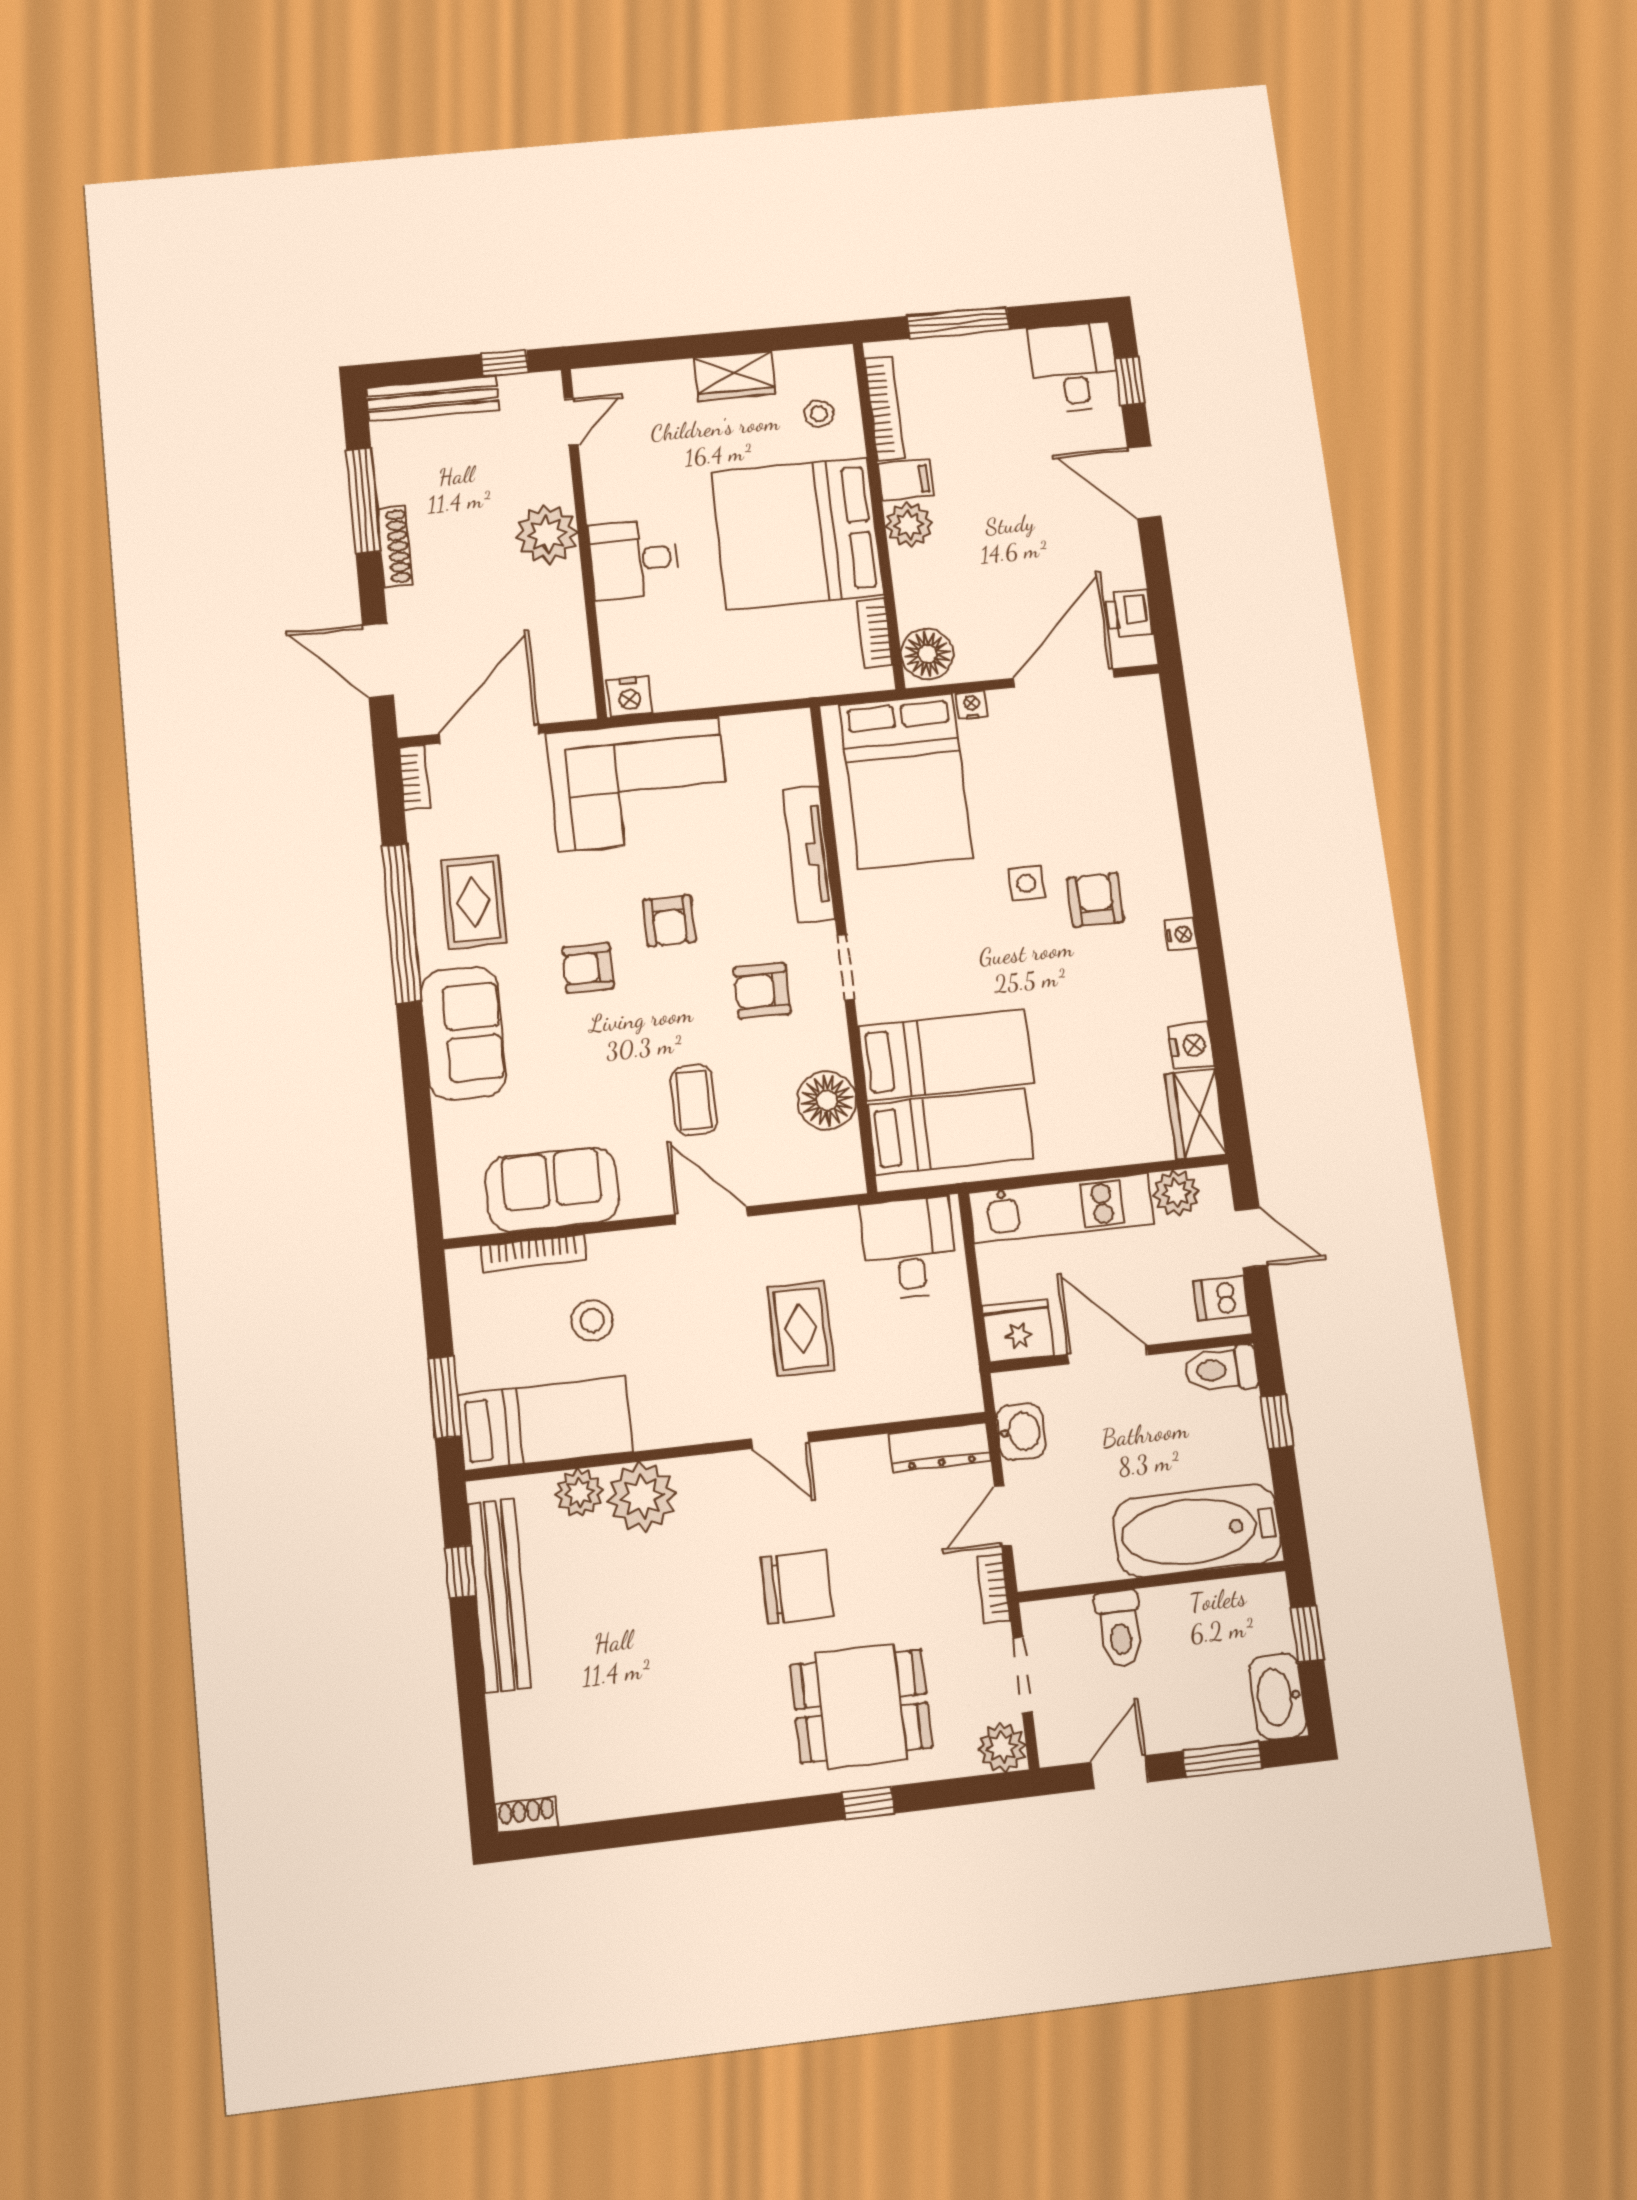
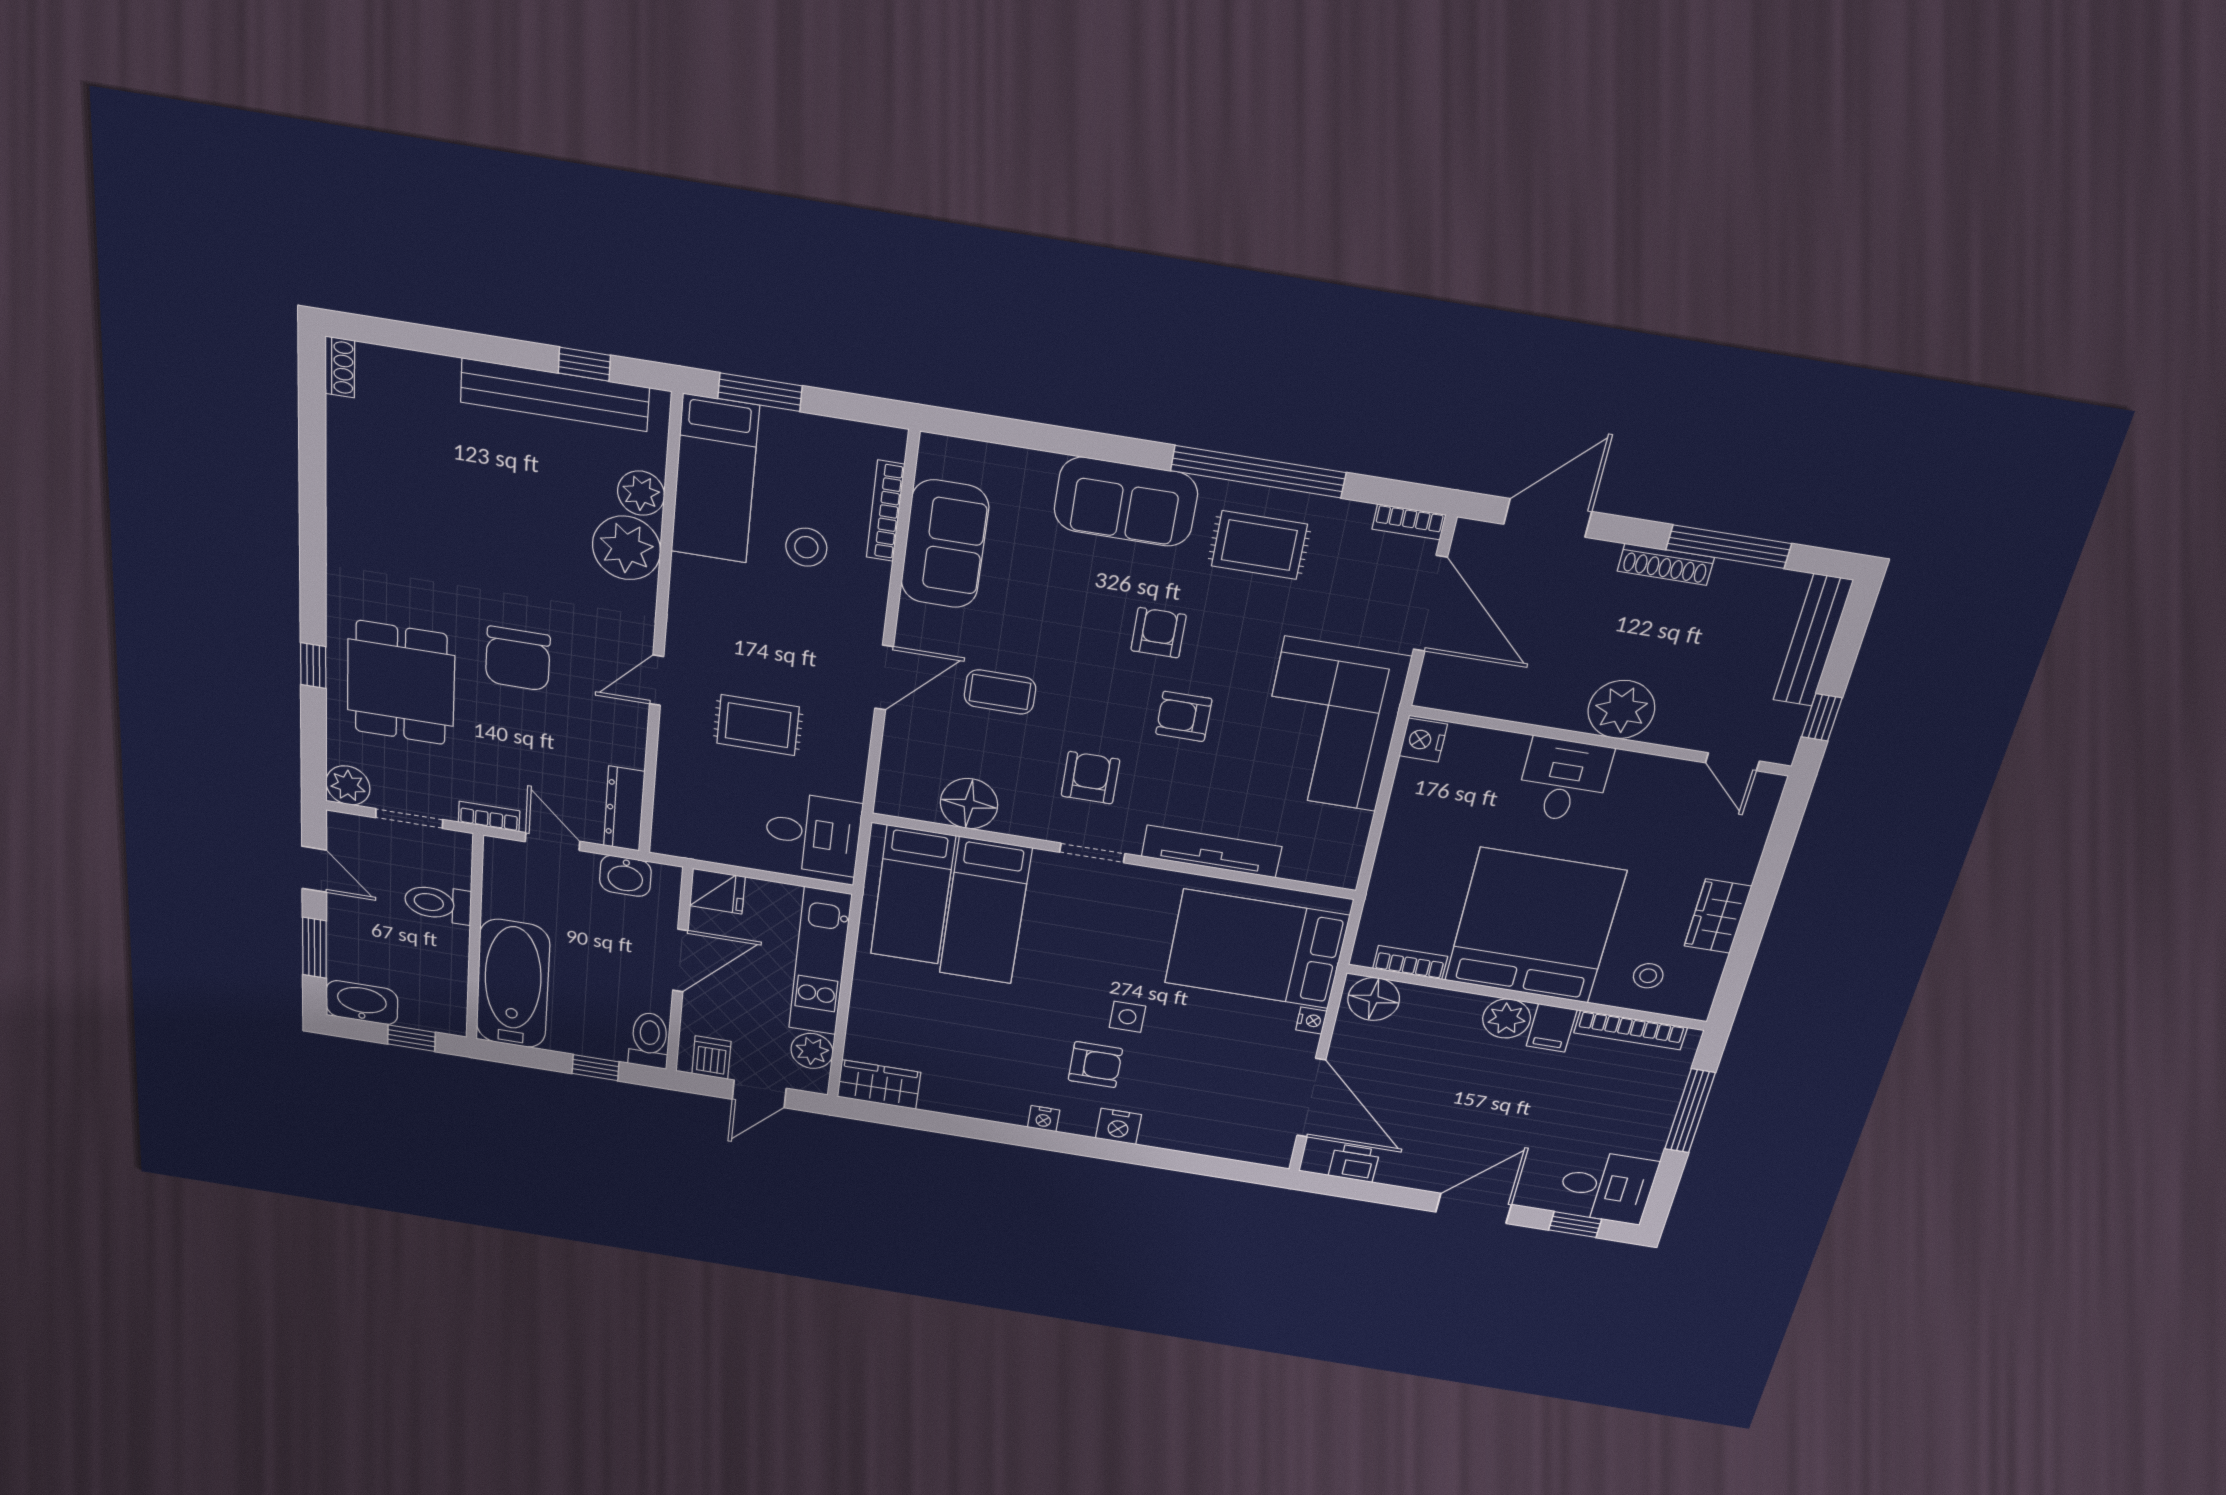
nightstand: (1191, 1046) -> (1118, 1126), moved
fridge: (1018, 1331) -> (717, 891), width x0.72

